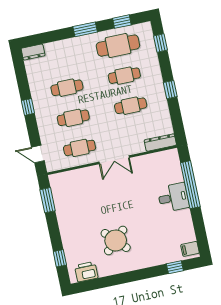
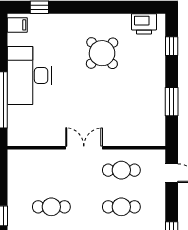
dresser: (160, 143) -> (26, 157), removed
desk: (173, 198) -> (29, 75), width x1.87, depth x1.30
window: (48, 200) -> (172, 102), moved

